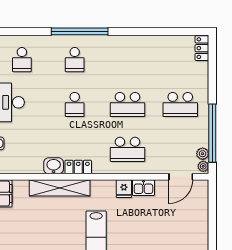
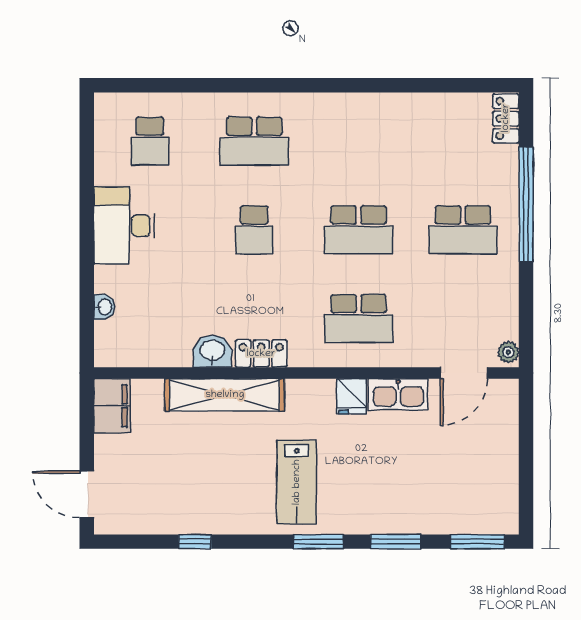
window: (80, 31) -> (264, 85), removed
school desk: (75, 60) -> (254, 141), width x1.85
window: (212, 133) -> (526, 205), moved
plant: (203, 154) -> (507, 327), removed
kitchen sink: (143, 188) -> (398, 394), width x1.38

